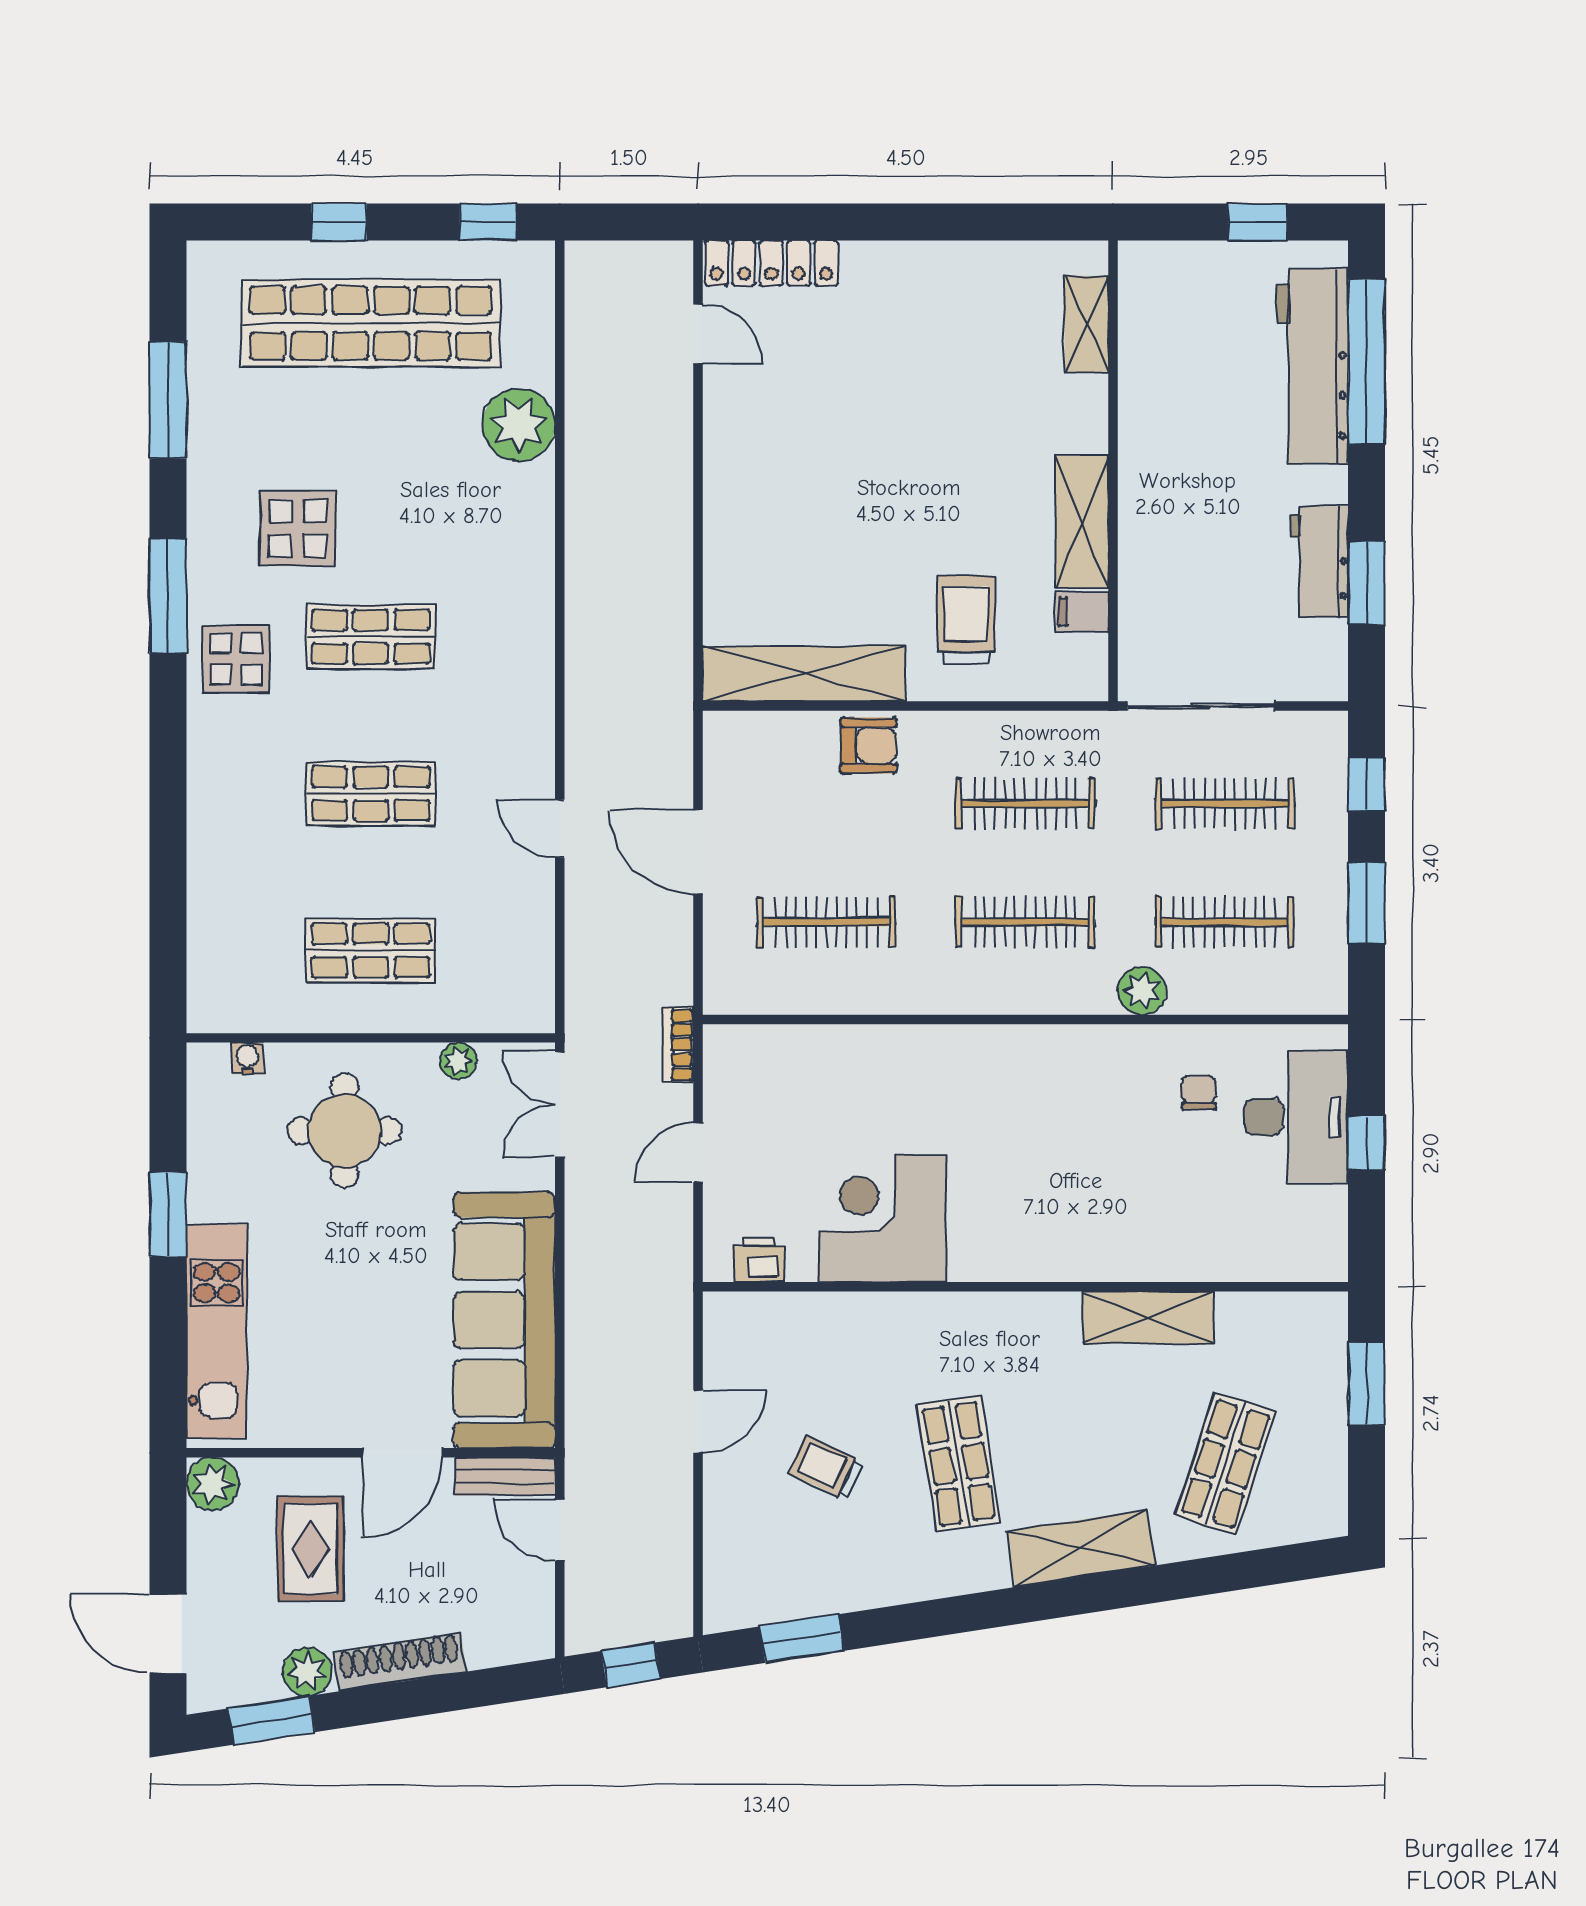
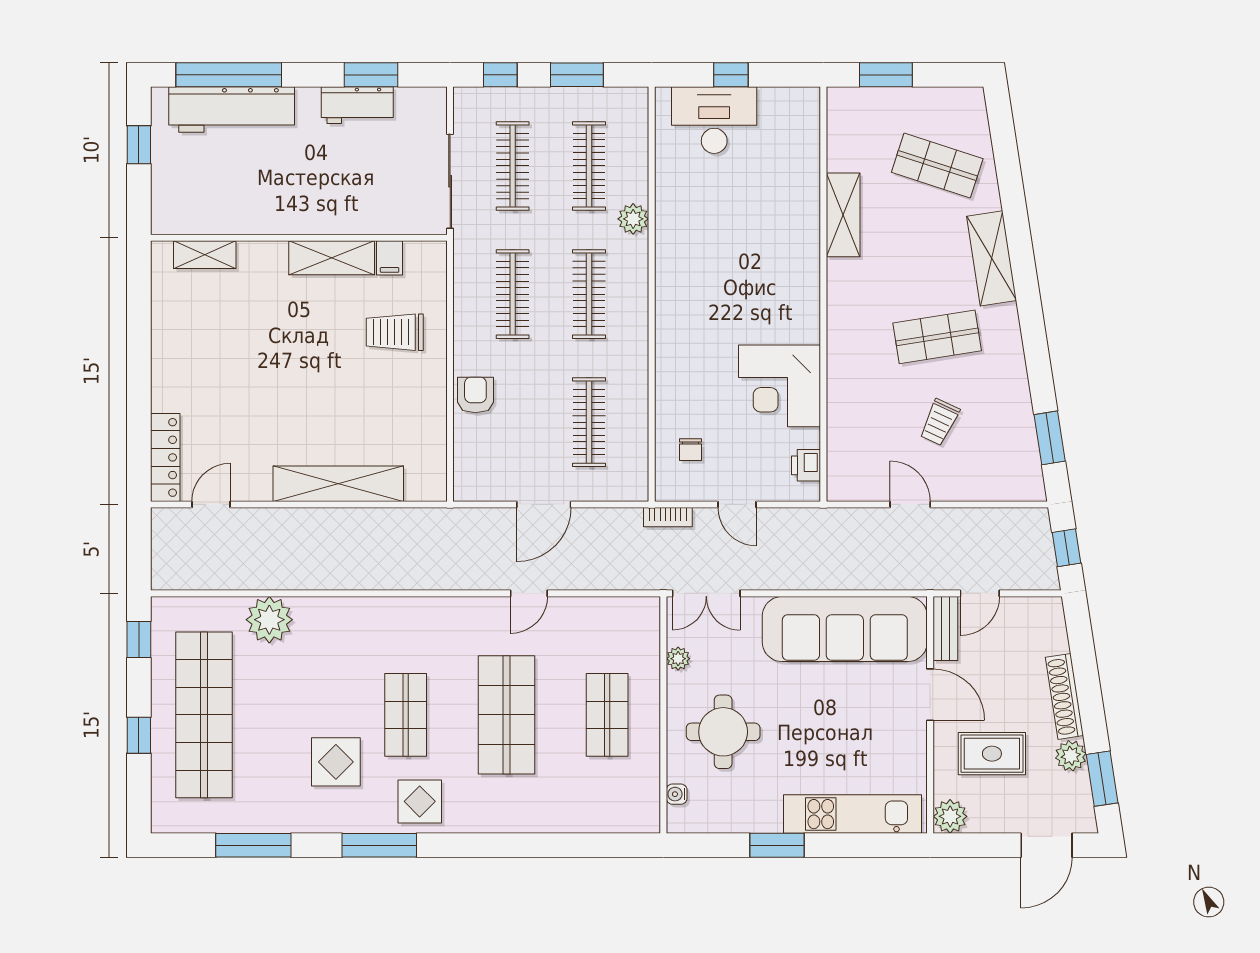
shelving: (804, 674) -> (338, 484), moved, turned 90
shop shelf: (371, 794) -> (506, 715), width x1.43, depth x1.36
chair: (1198, 1093) -> (690, 450), moved, turned -90

